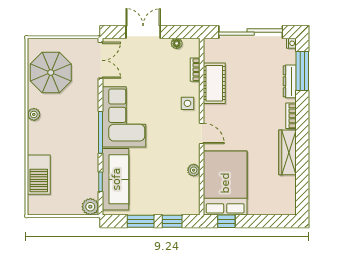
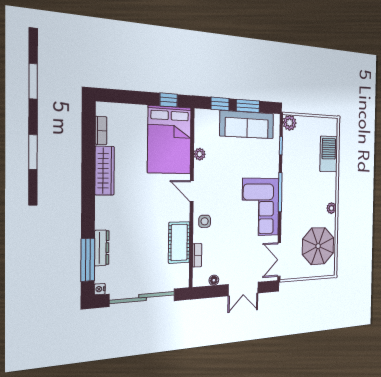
bookcase: (291, 116) -> (101, 131), moved
sofa: (116, 179) -> (247, 125), moved, turned -90

